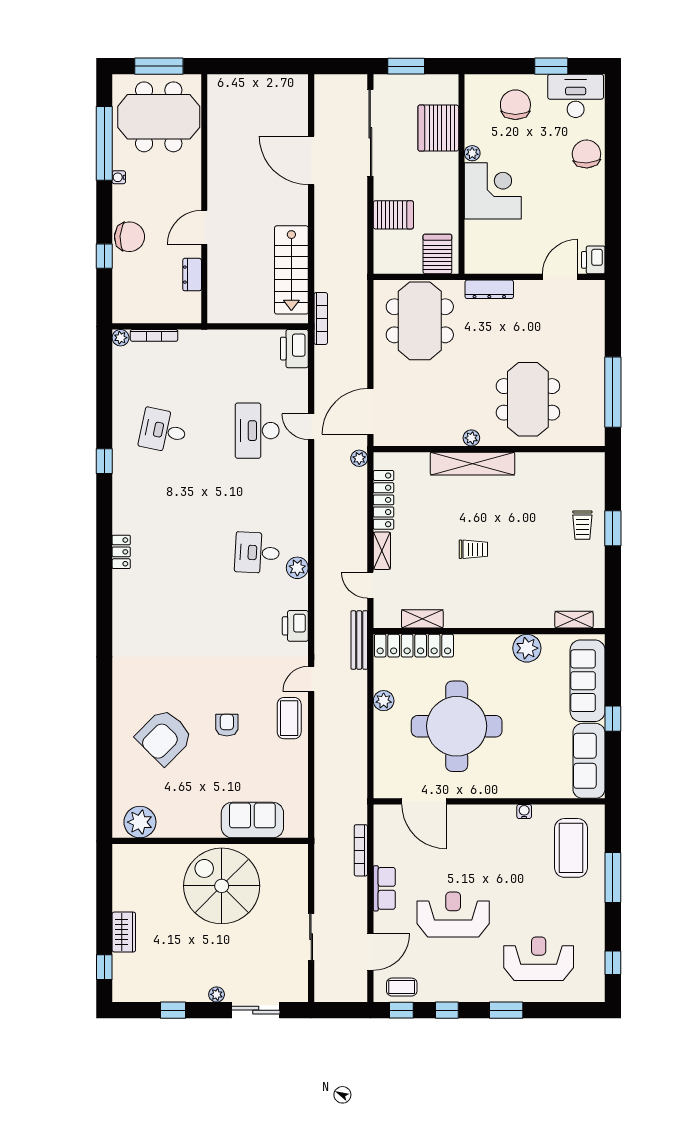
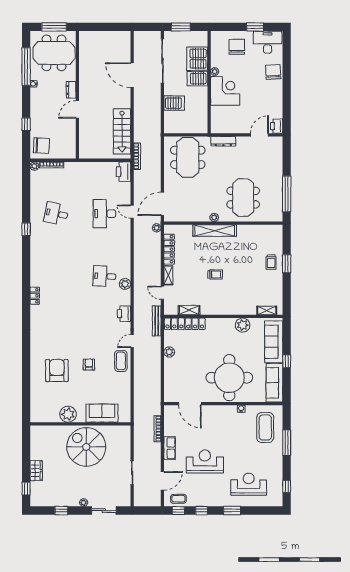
chair: (129, 237) -> (41, 146), moved
server rack: (437, 254) -> (197, 79), moved, turned -90
dresser: (192, 275) -> (71, 90), moved
locker: (121, 552) -> (35, 296), moved
round table: (457, 726) -> (229, 378), moved
armchair: (164, 737) -> (57, 371), turned 135
plant: (140, 822) -> (68, 414), moved

